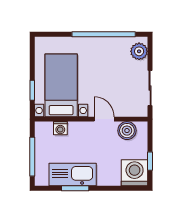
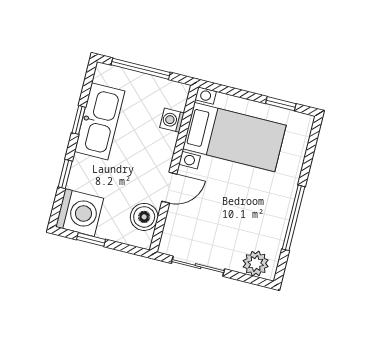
window: (104, 34) -> (294, 218), width x0.68
window: (32, 90) -> (281, 104), moved
window: (75, 188) -> (79, 120), width x0.67
window: (112, 188) -> (65, 174), added

